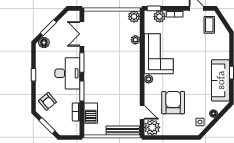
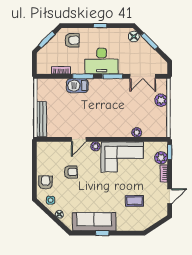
plant: (134, 16) -> (161, 100), moved
coffee table: (209, 25) -> (134, 201), moved
double door: (82, 34) -> (143, 76), swing flipped
armchair: (47, 101) -> (72, 40), turned -140
armchair: (173, 103) -> (71, 172), width x0.53, depth x0.53
door: (142, 112) -> (79, 139), moved
barbecue: (91, 113) -> (77, 86), moved
plant: (152, 127) -> (45, 150), removed
armchair: (183, 127) -> (46, 182), added

